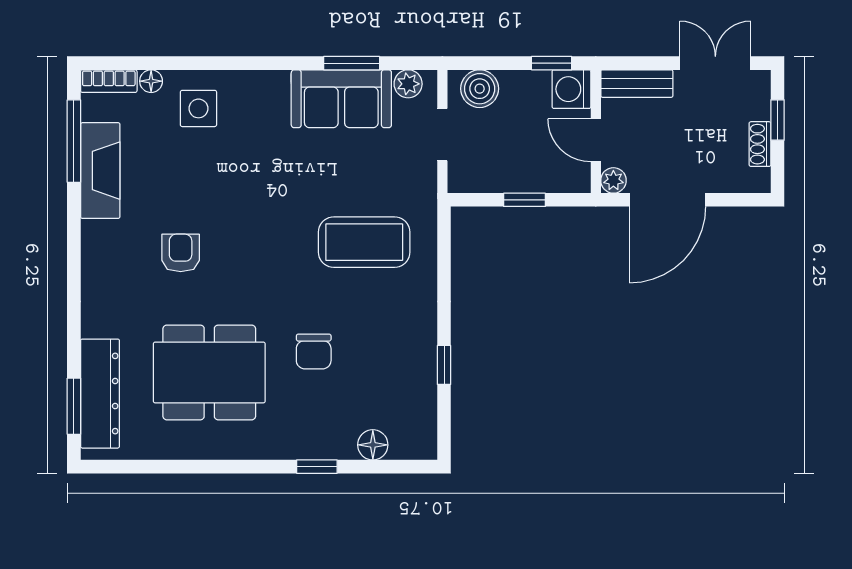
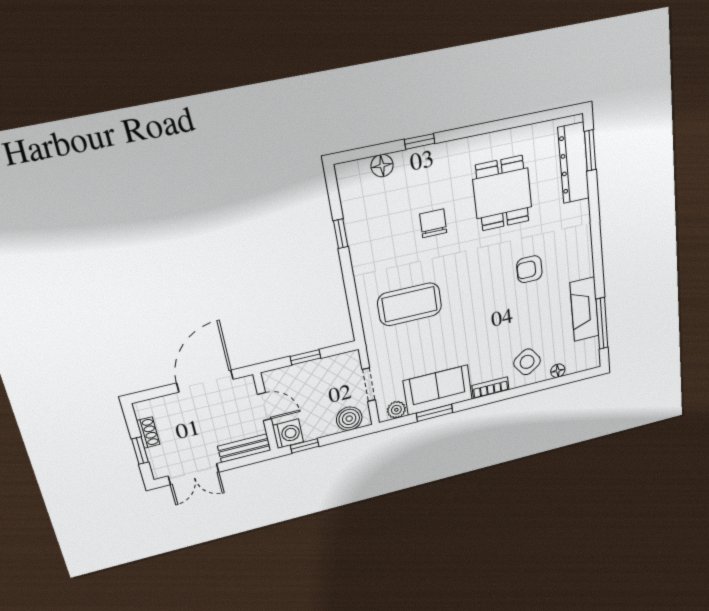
bookcase: (109, 81) -> (490, 388), moved
side table: (198, 108) -> (527, 362), turned -35
plant: (613, 180) -> (246, 384), removed
armchair: (181, 253) -> (529, 269), turned 90
dining table: (209, 372) -> (502, 193), width x0.73

